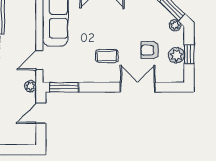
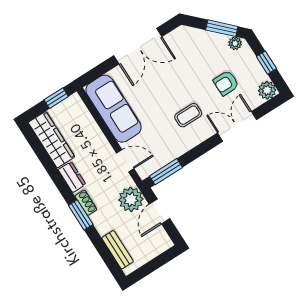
plant: (176, 55) -> (267, 90), moved
door: (39, 60) -> (125, 161), swing flipped
plant: (30, 86) -> (131, 199), width x1.88, depth x1.88

